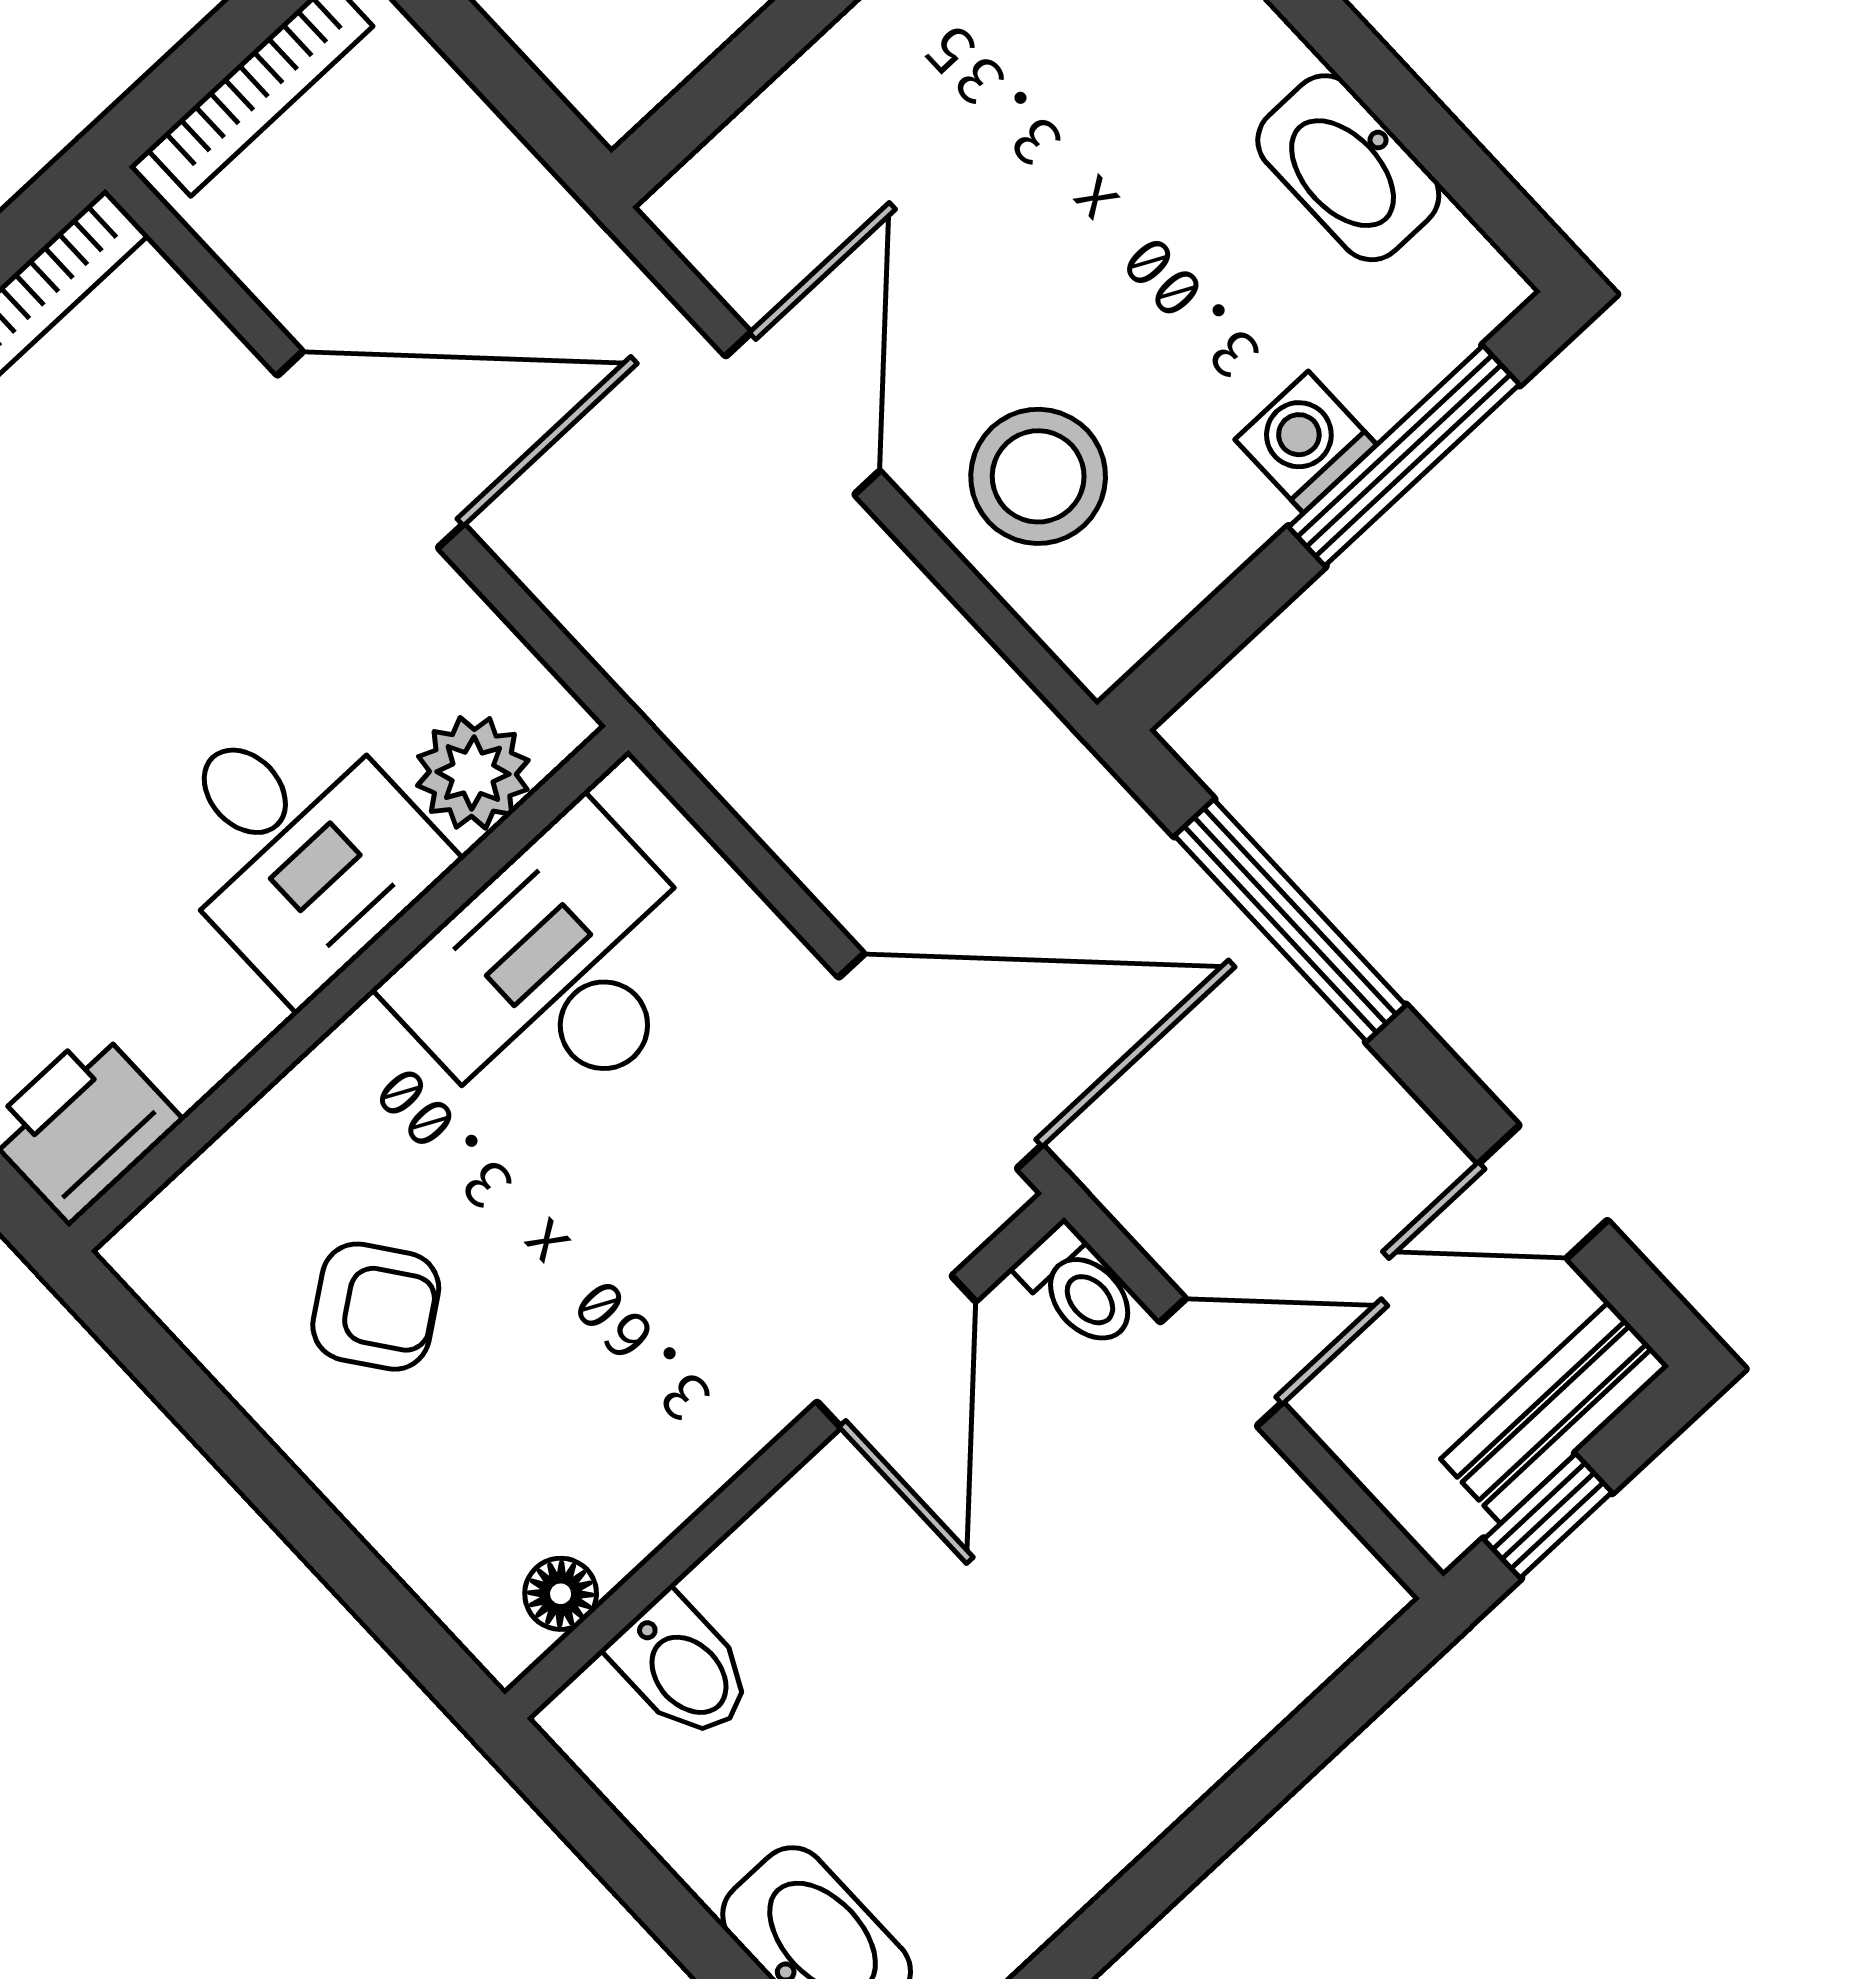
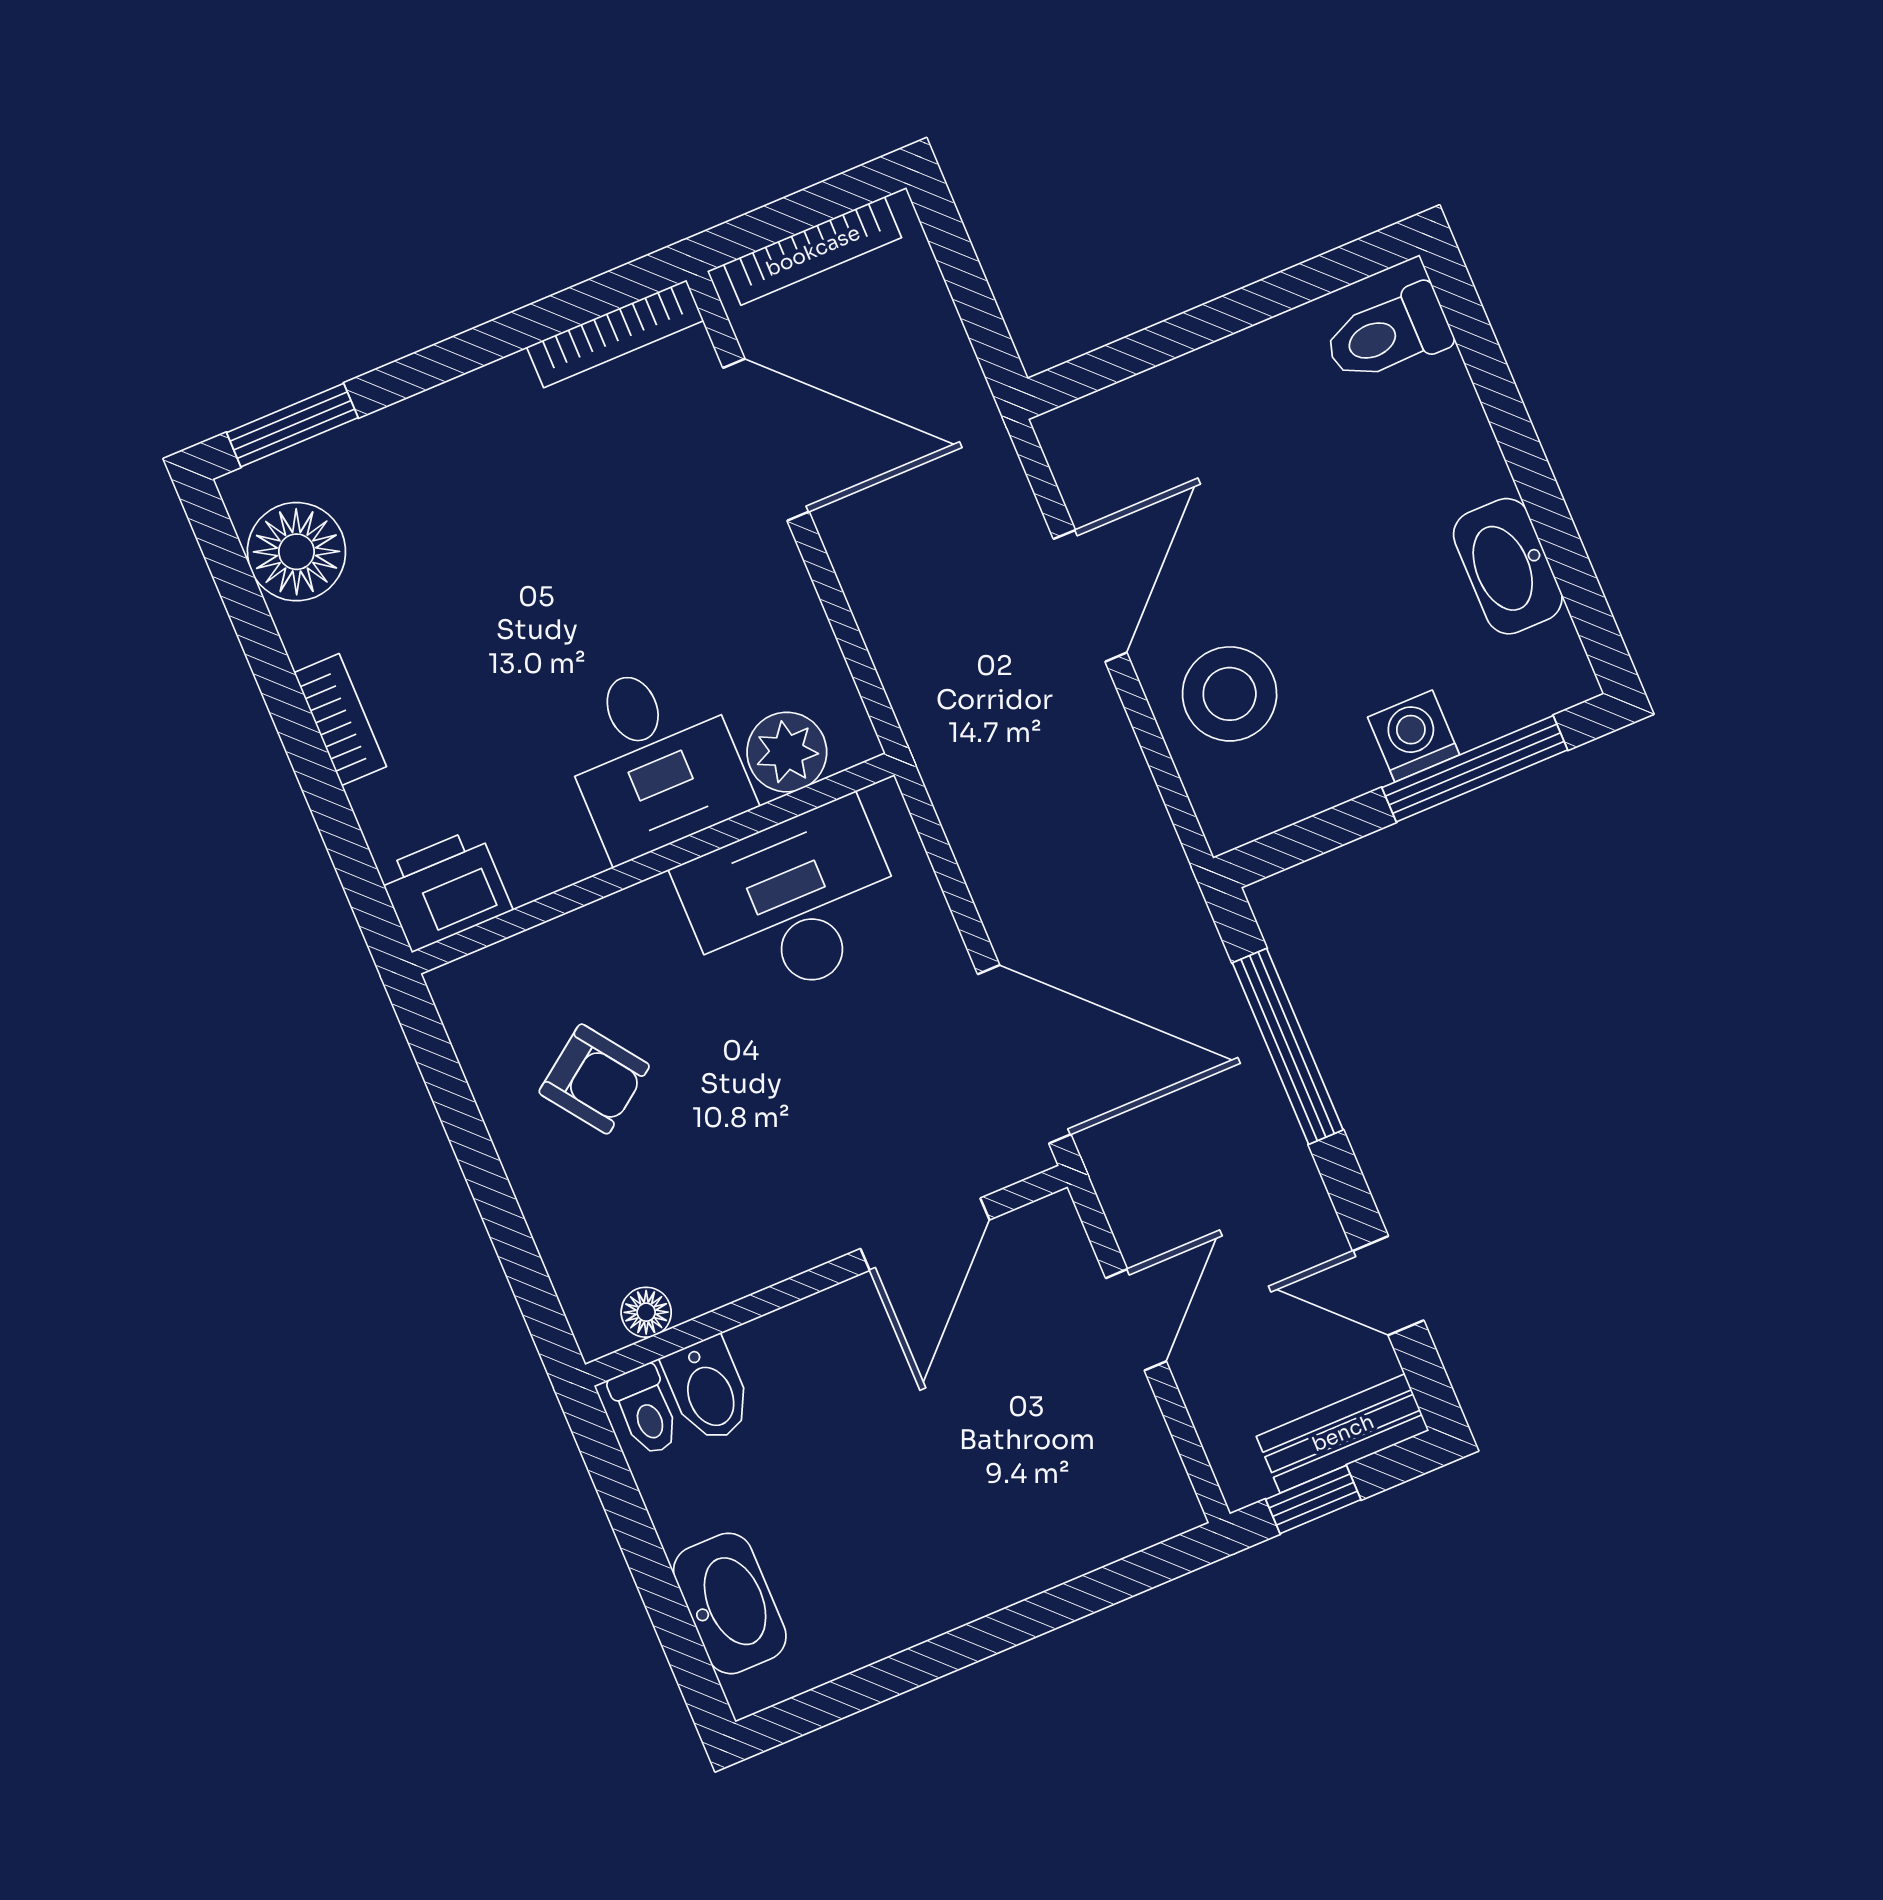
door: (370, 450) -> (766, 440), moved
toilet: (1078, 1287) -> (645, 1410), moved
door: (1221, 1362) -> (1136, 1320), hinge flipped

